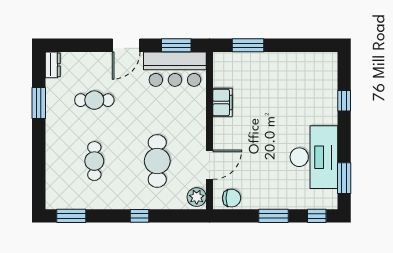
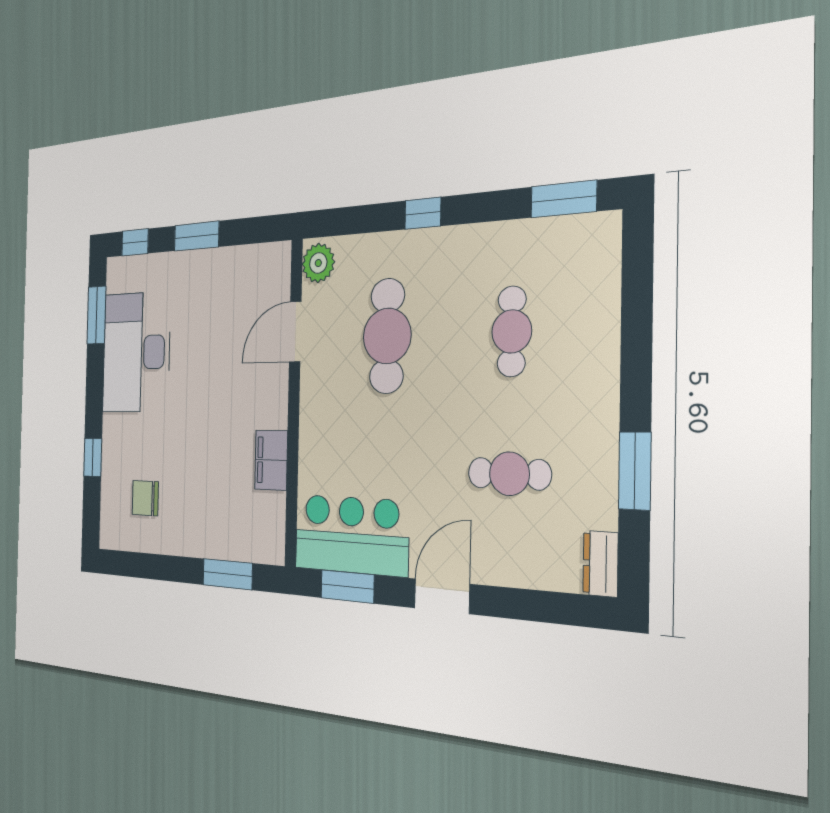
chair: (232, 198) -> (145, 498), moved

